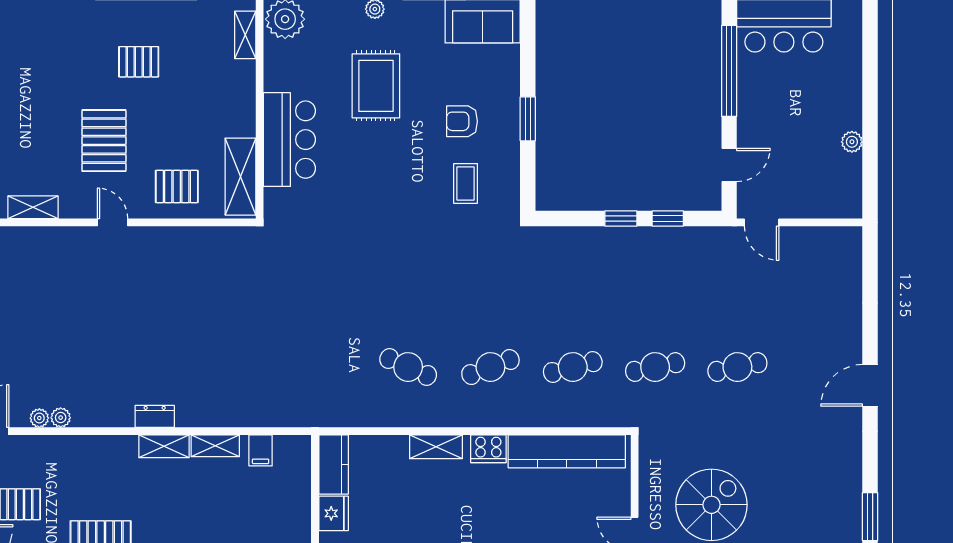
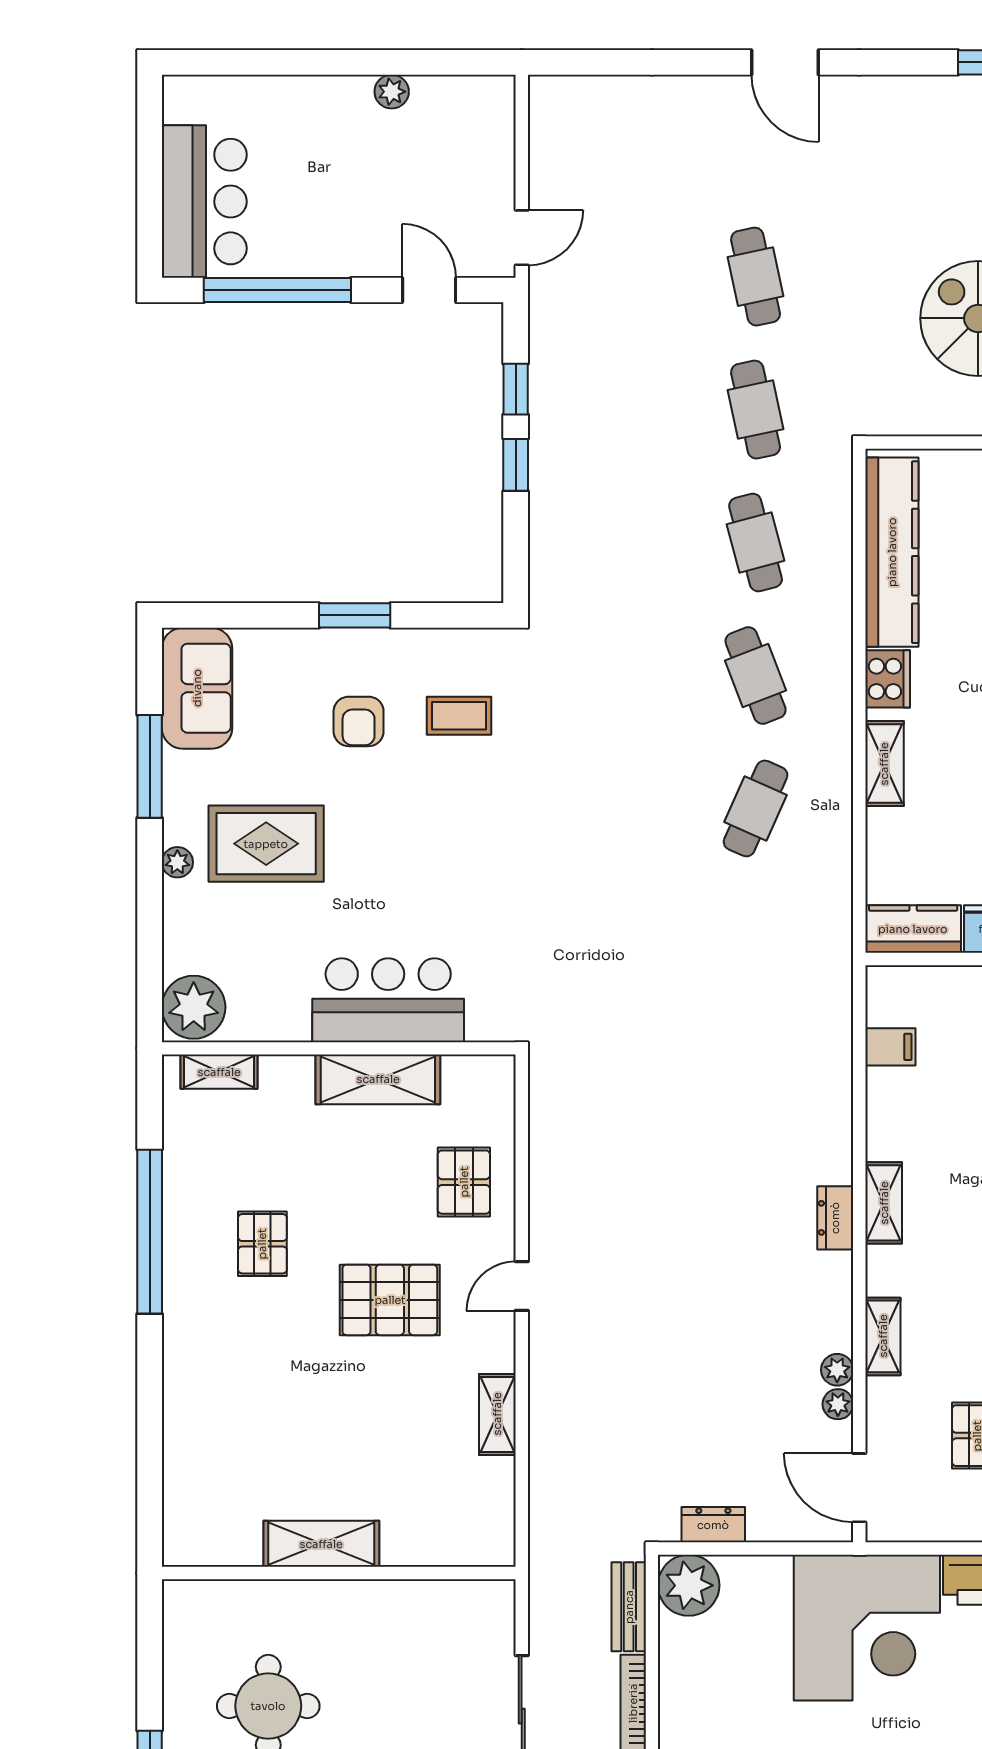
rug: (376, 86) -> (266, 844), moved
shelving: (240, 177) -> (378, 1079), moved
shelving: (215, 446) -> (883, 1336), moved

